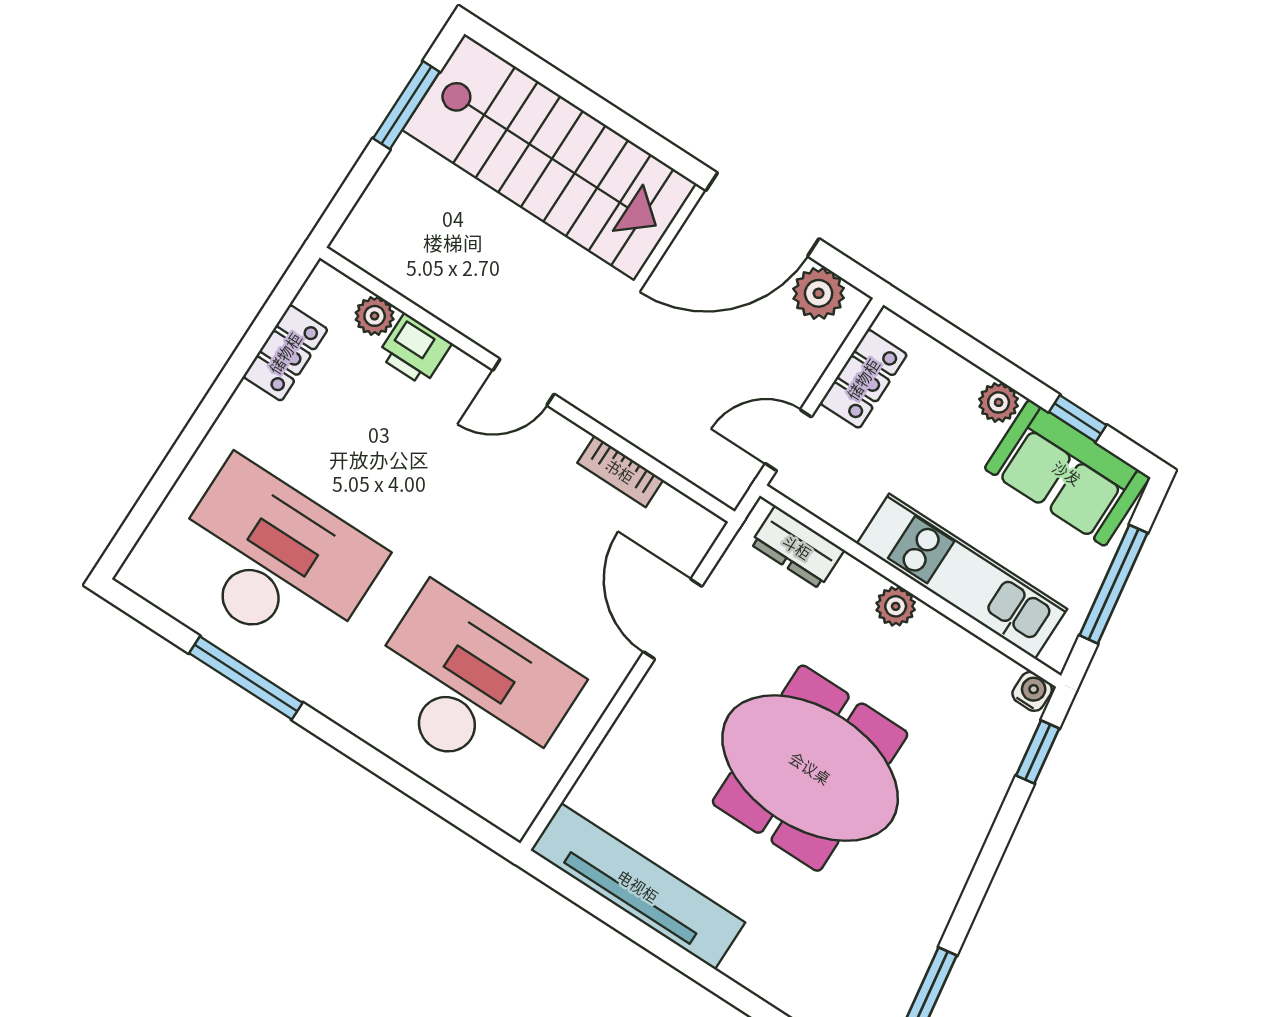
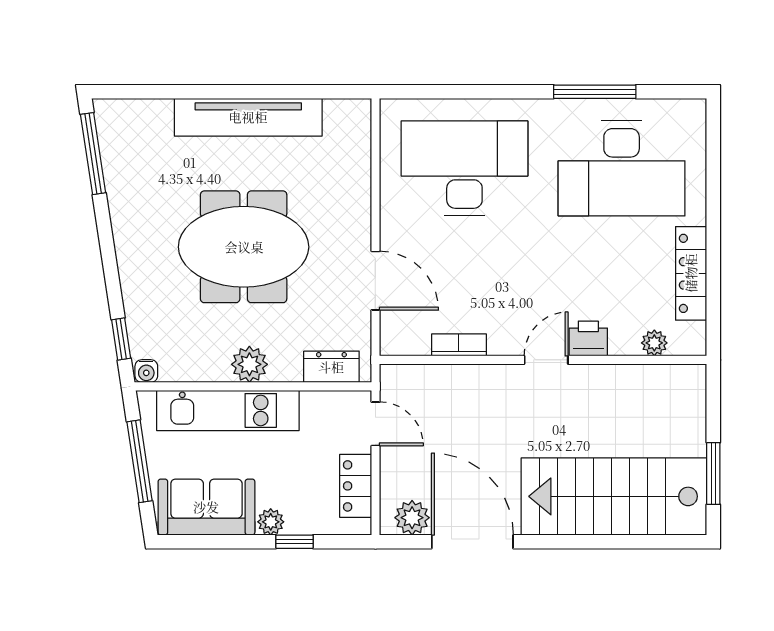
door: (763, 215) -> (472, 542), hinge flipped
printer: (414, 350) -> (588, 338), moved
locker: (285, 353) -> (691, 273), width x1.53
window: (1078, 419) -> (294, 542), moved
door: (788, 440) -> (375, 424), hinge flipped
plant: (896, 606) -> (249, 364), width x1.38, depth x1.38
desk: (471, 687) -> (464, 168), turned 180
tv unit: (638, 886) -> (248, 117), moved

